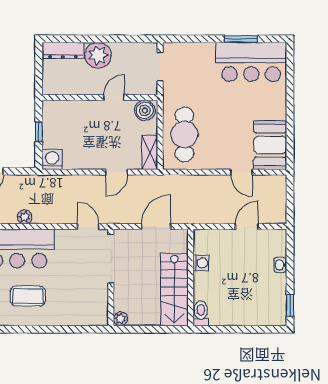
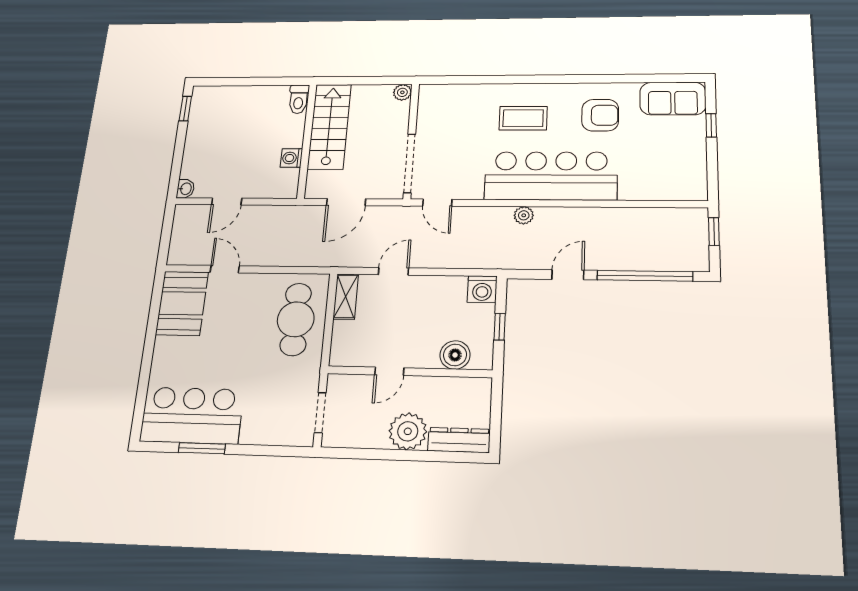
boiler: (145, 110) -> (455, 355), moved
washbasin: (280, 265) -> (185, 189), moved

